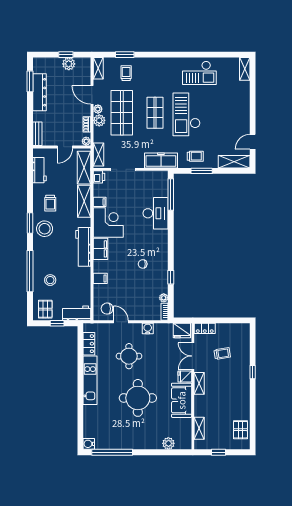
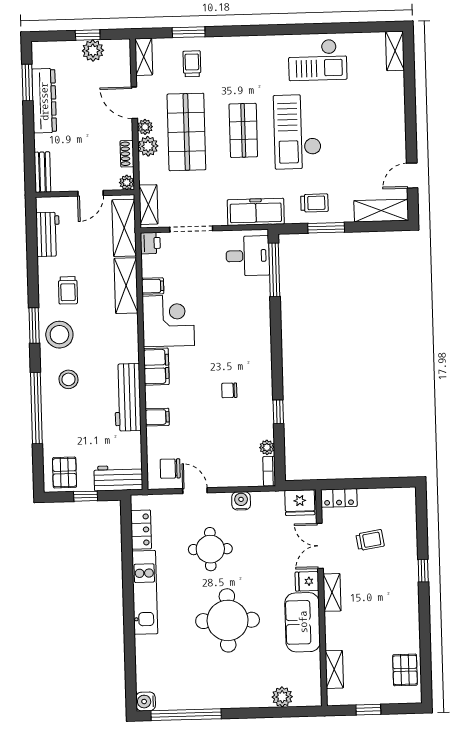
desk: (156, 213) -> (248, 256), moved, width x0.73
workbench: (83, 247) -> (128, 397), moved
stool: (50, 280) -> (69, 379), moved

